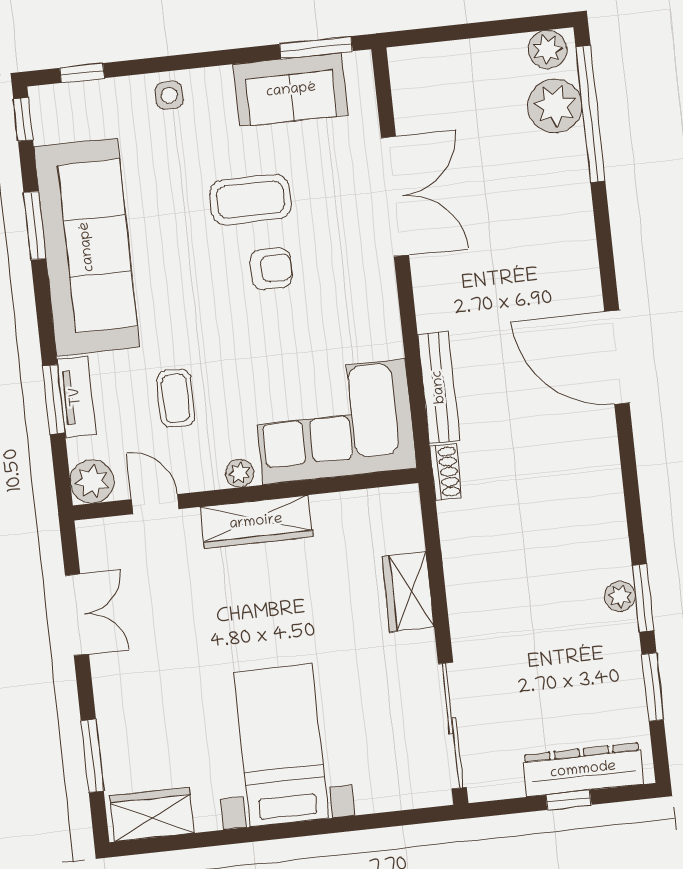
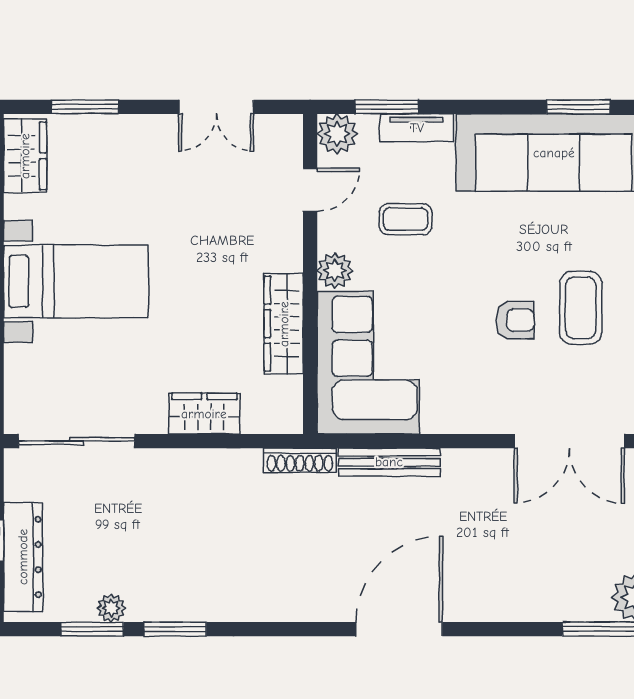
armchair: (271, 269) -> (515, 320), turned -90
window: (54, 399) -> (387, 107), moved
shoe rack: (446, 472) -> (300, 460), width x1.43
plant: (240, 473) -> (335, 270), width x1.38, depth x1.38
wardrobe: (256, 522) -> (284, 324), moved
plant: (620, 596) -> (111, 608), moved

